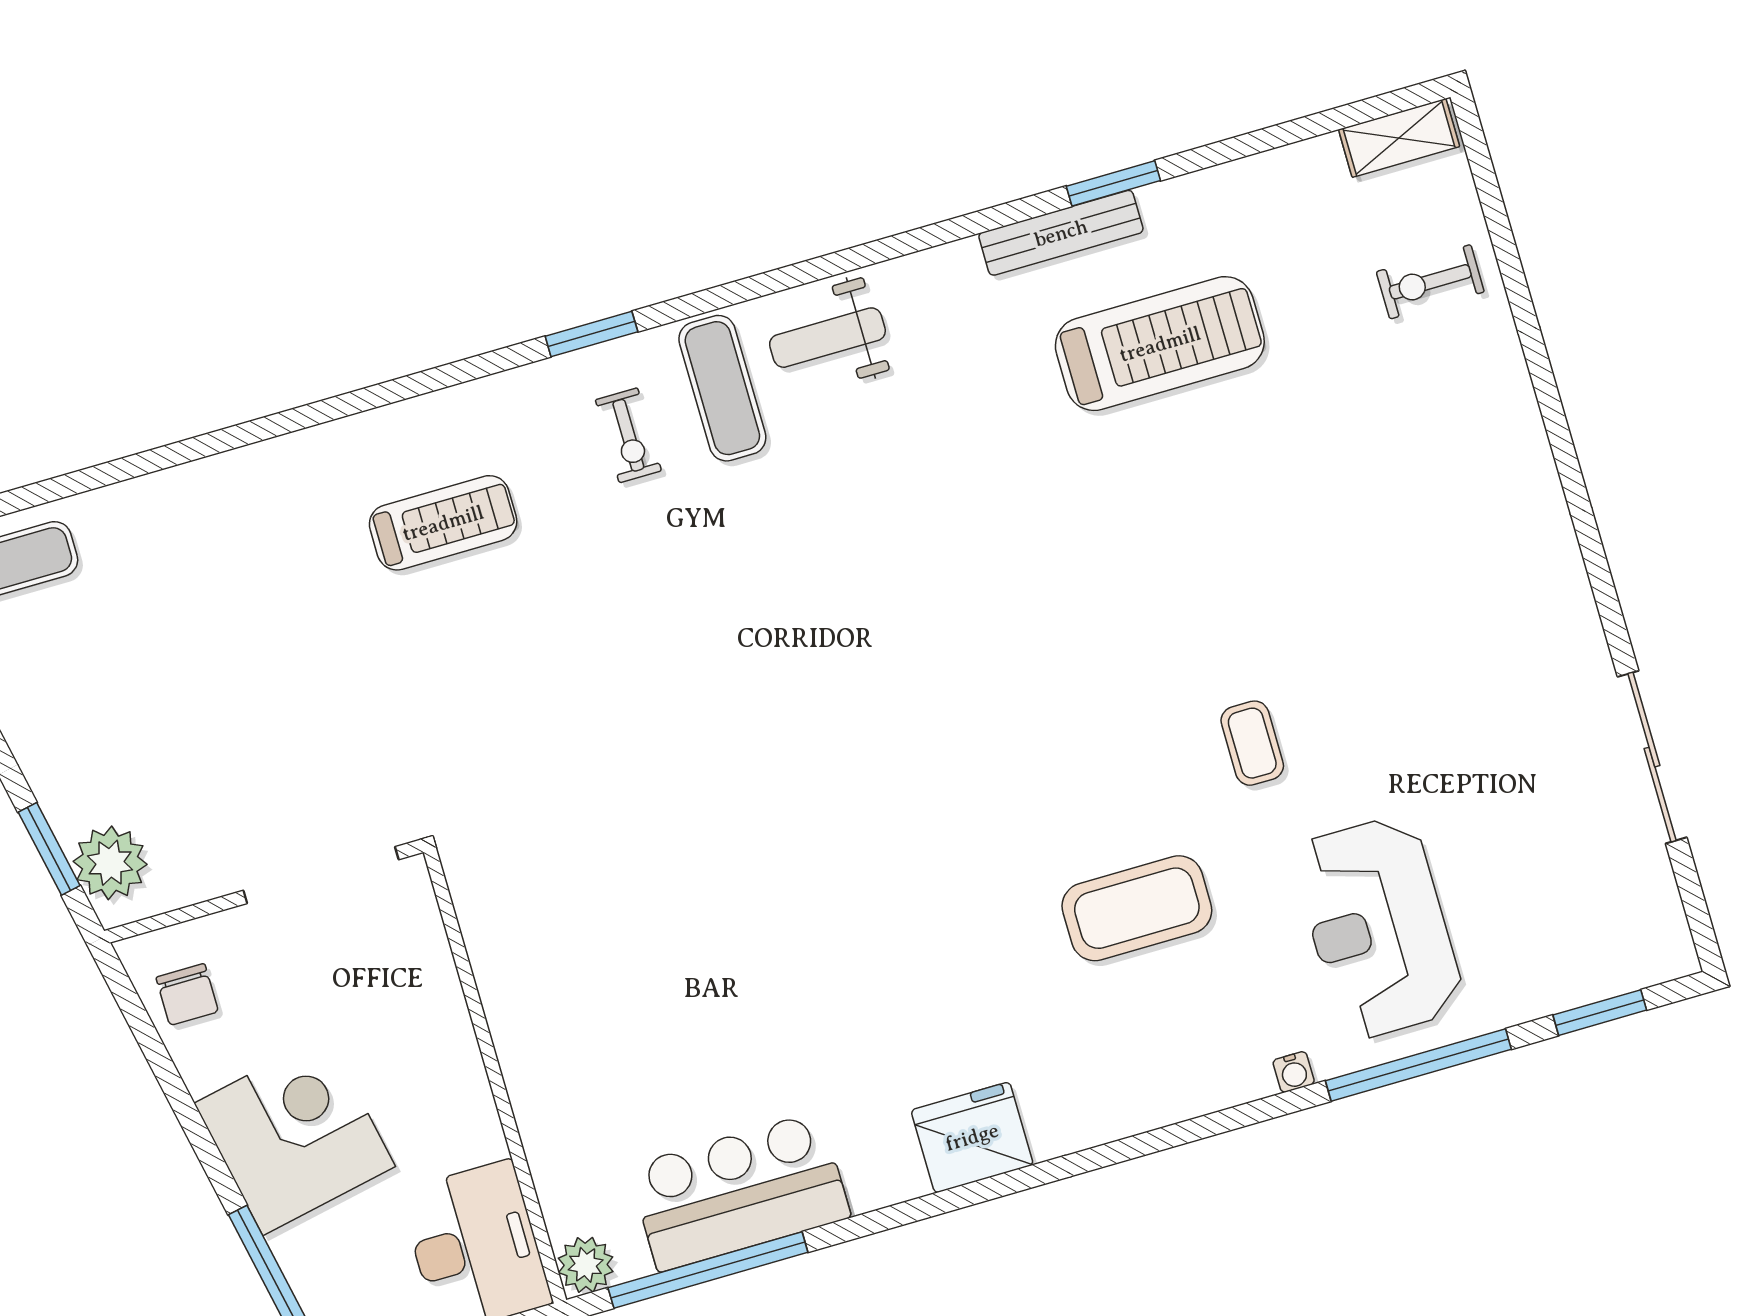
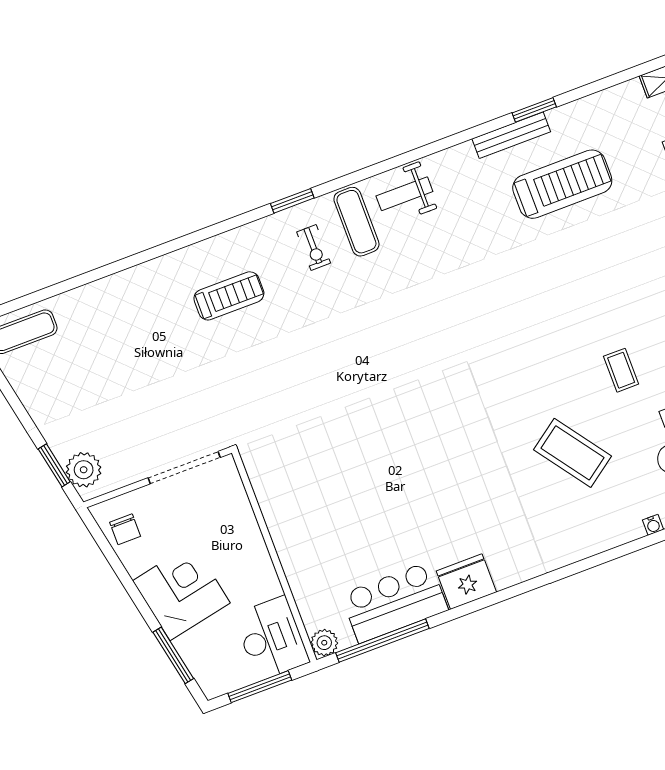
coffee table: (1137, 908) -> (573, 453), turned 54
fridge: (972, 1137) -> (466, 582), moved

